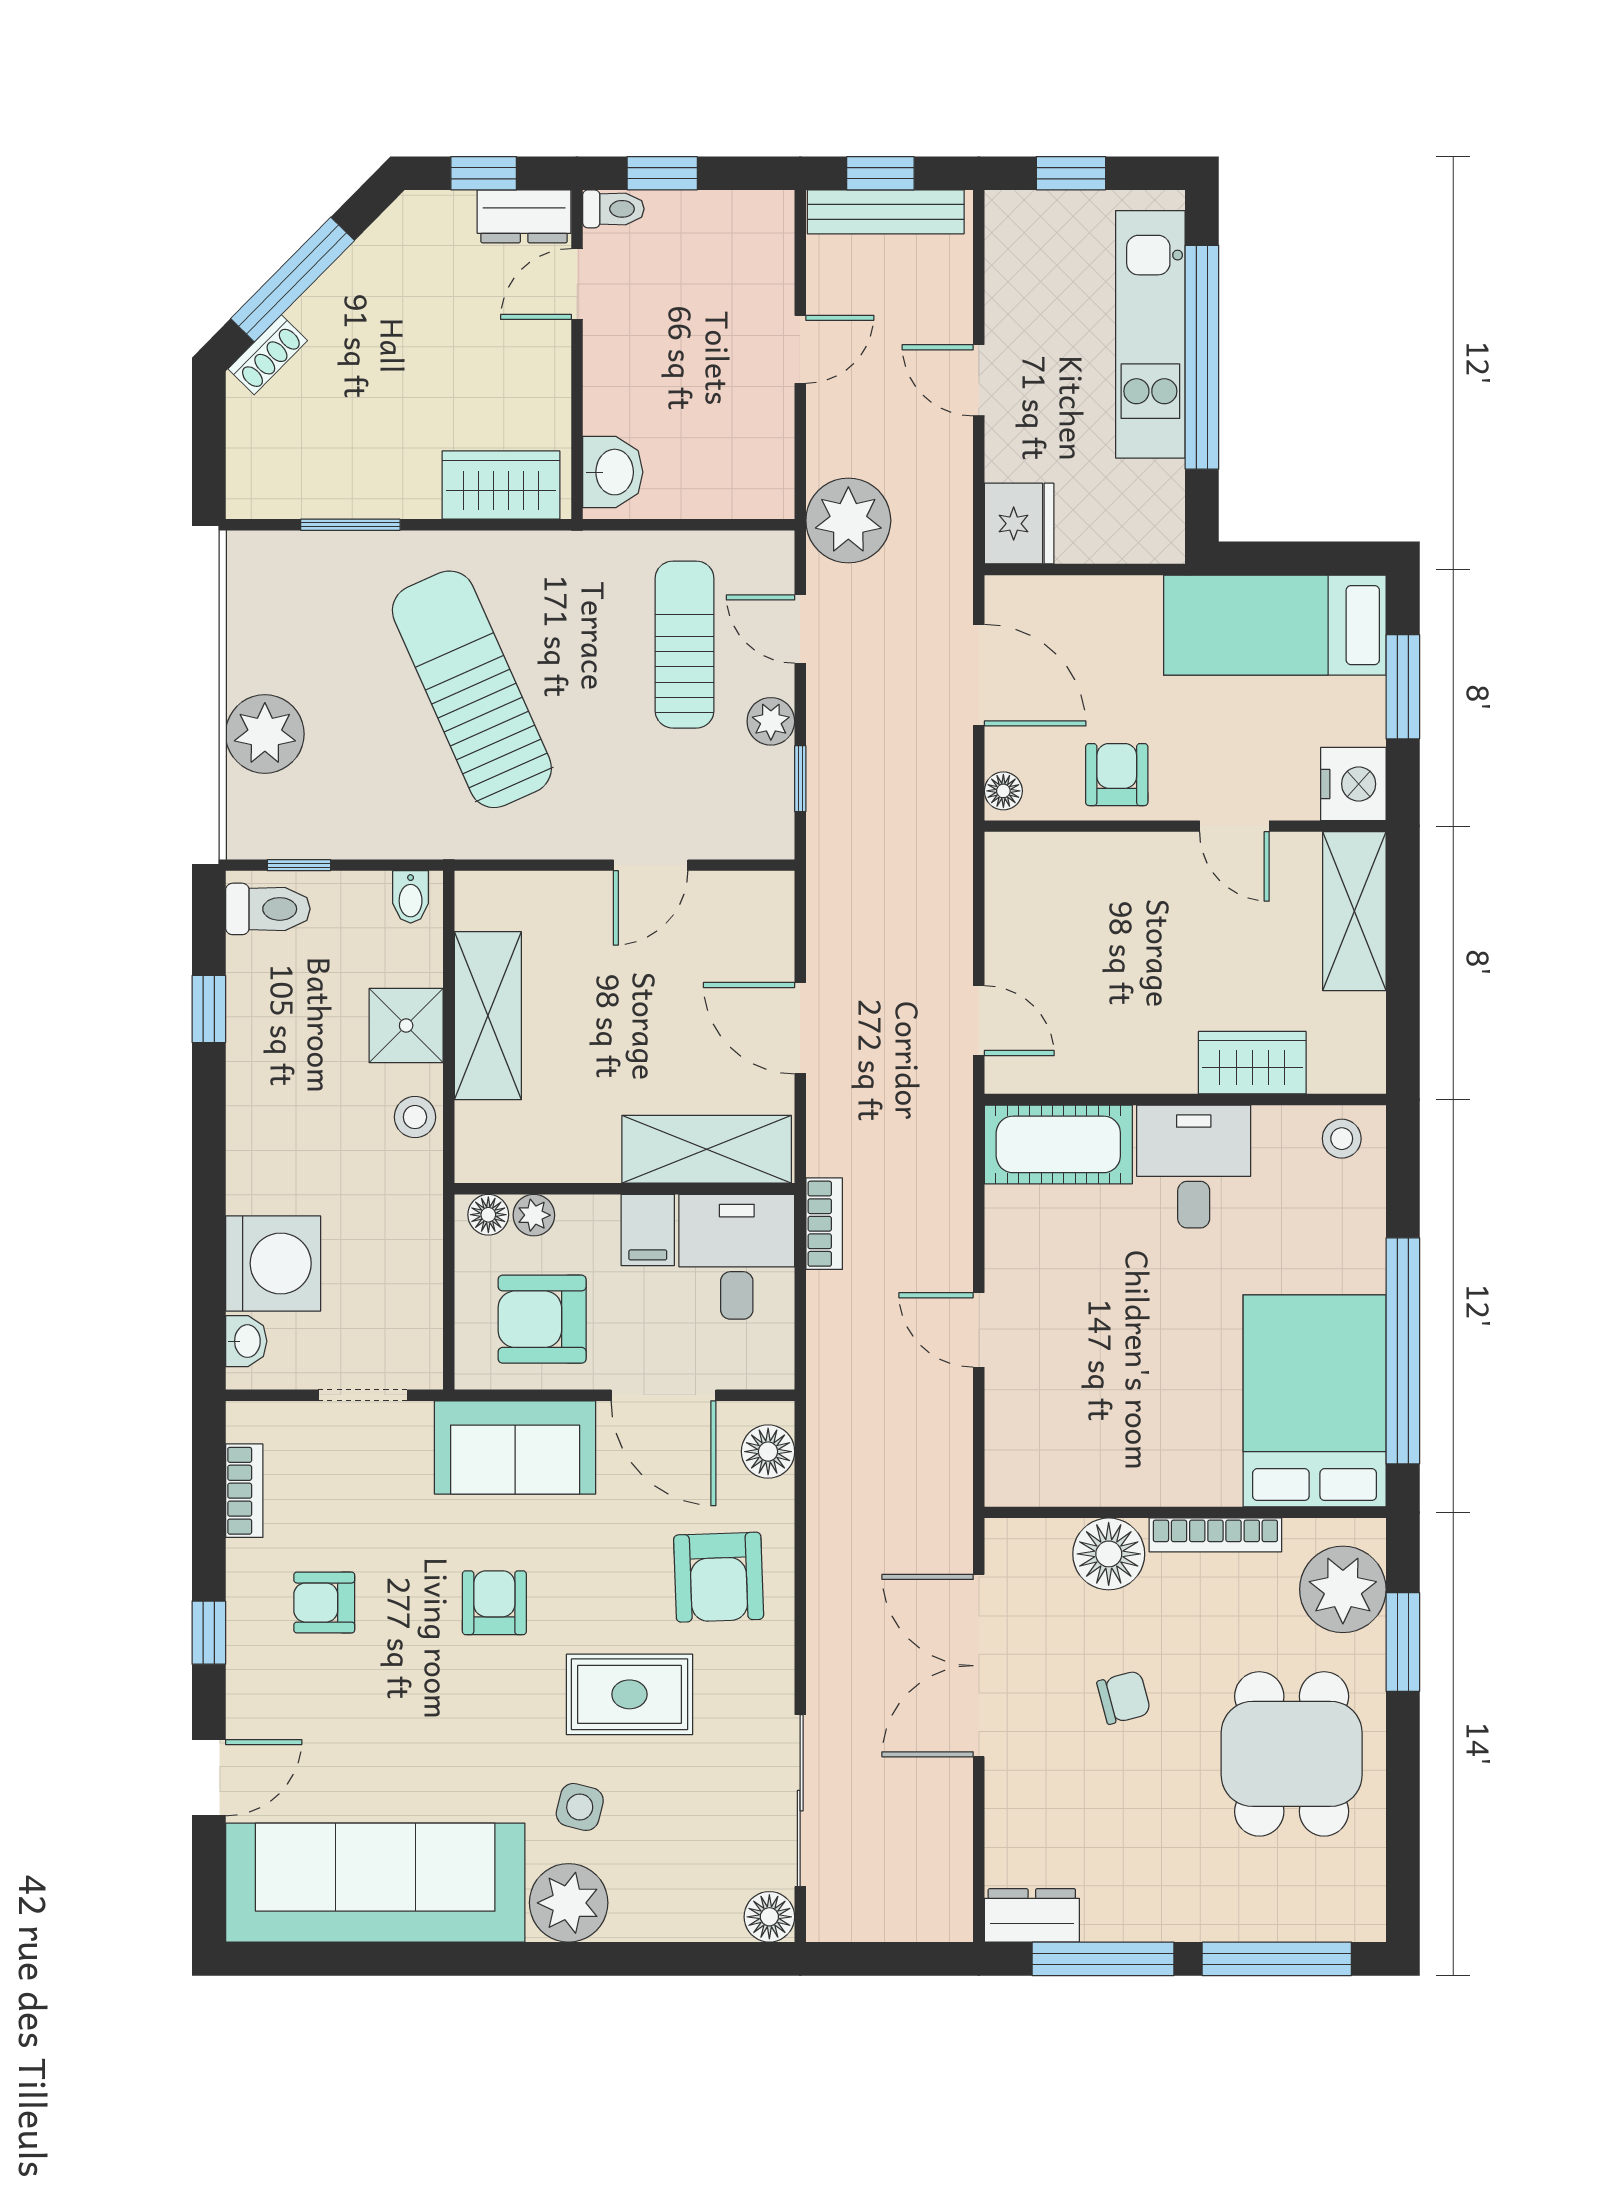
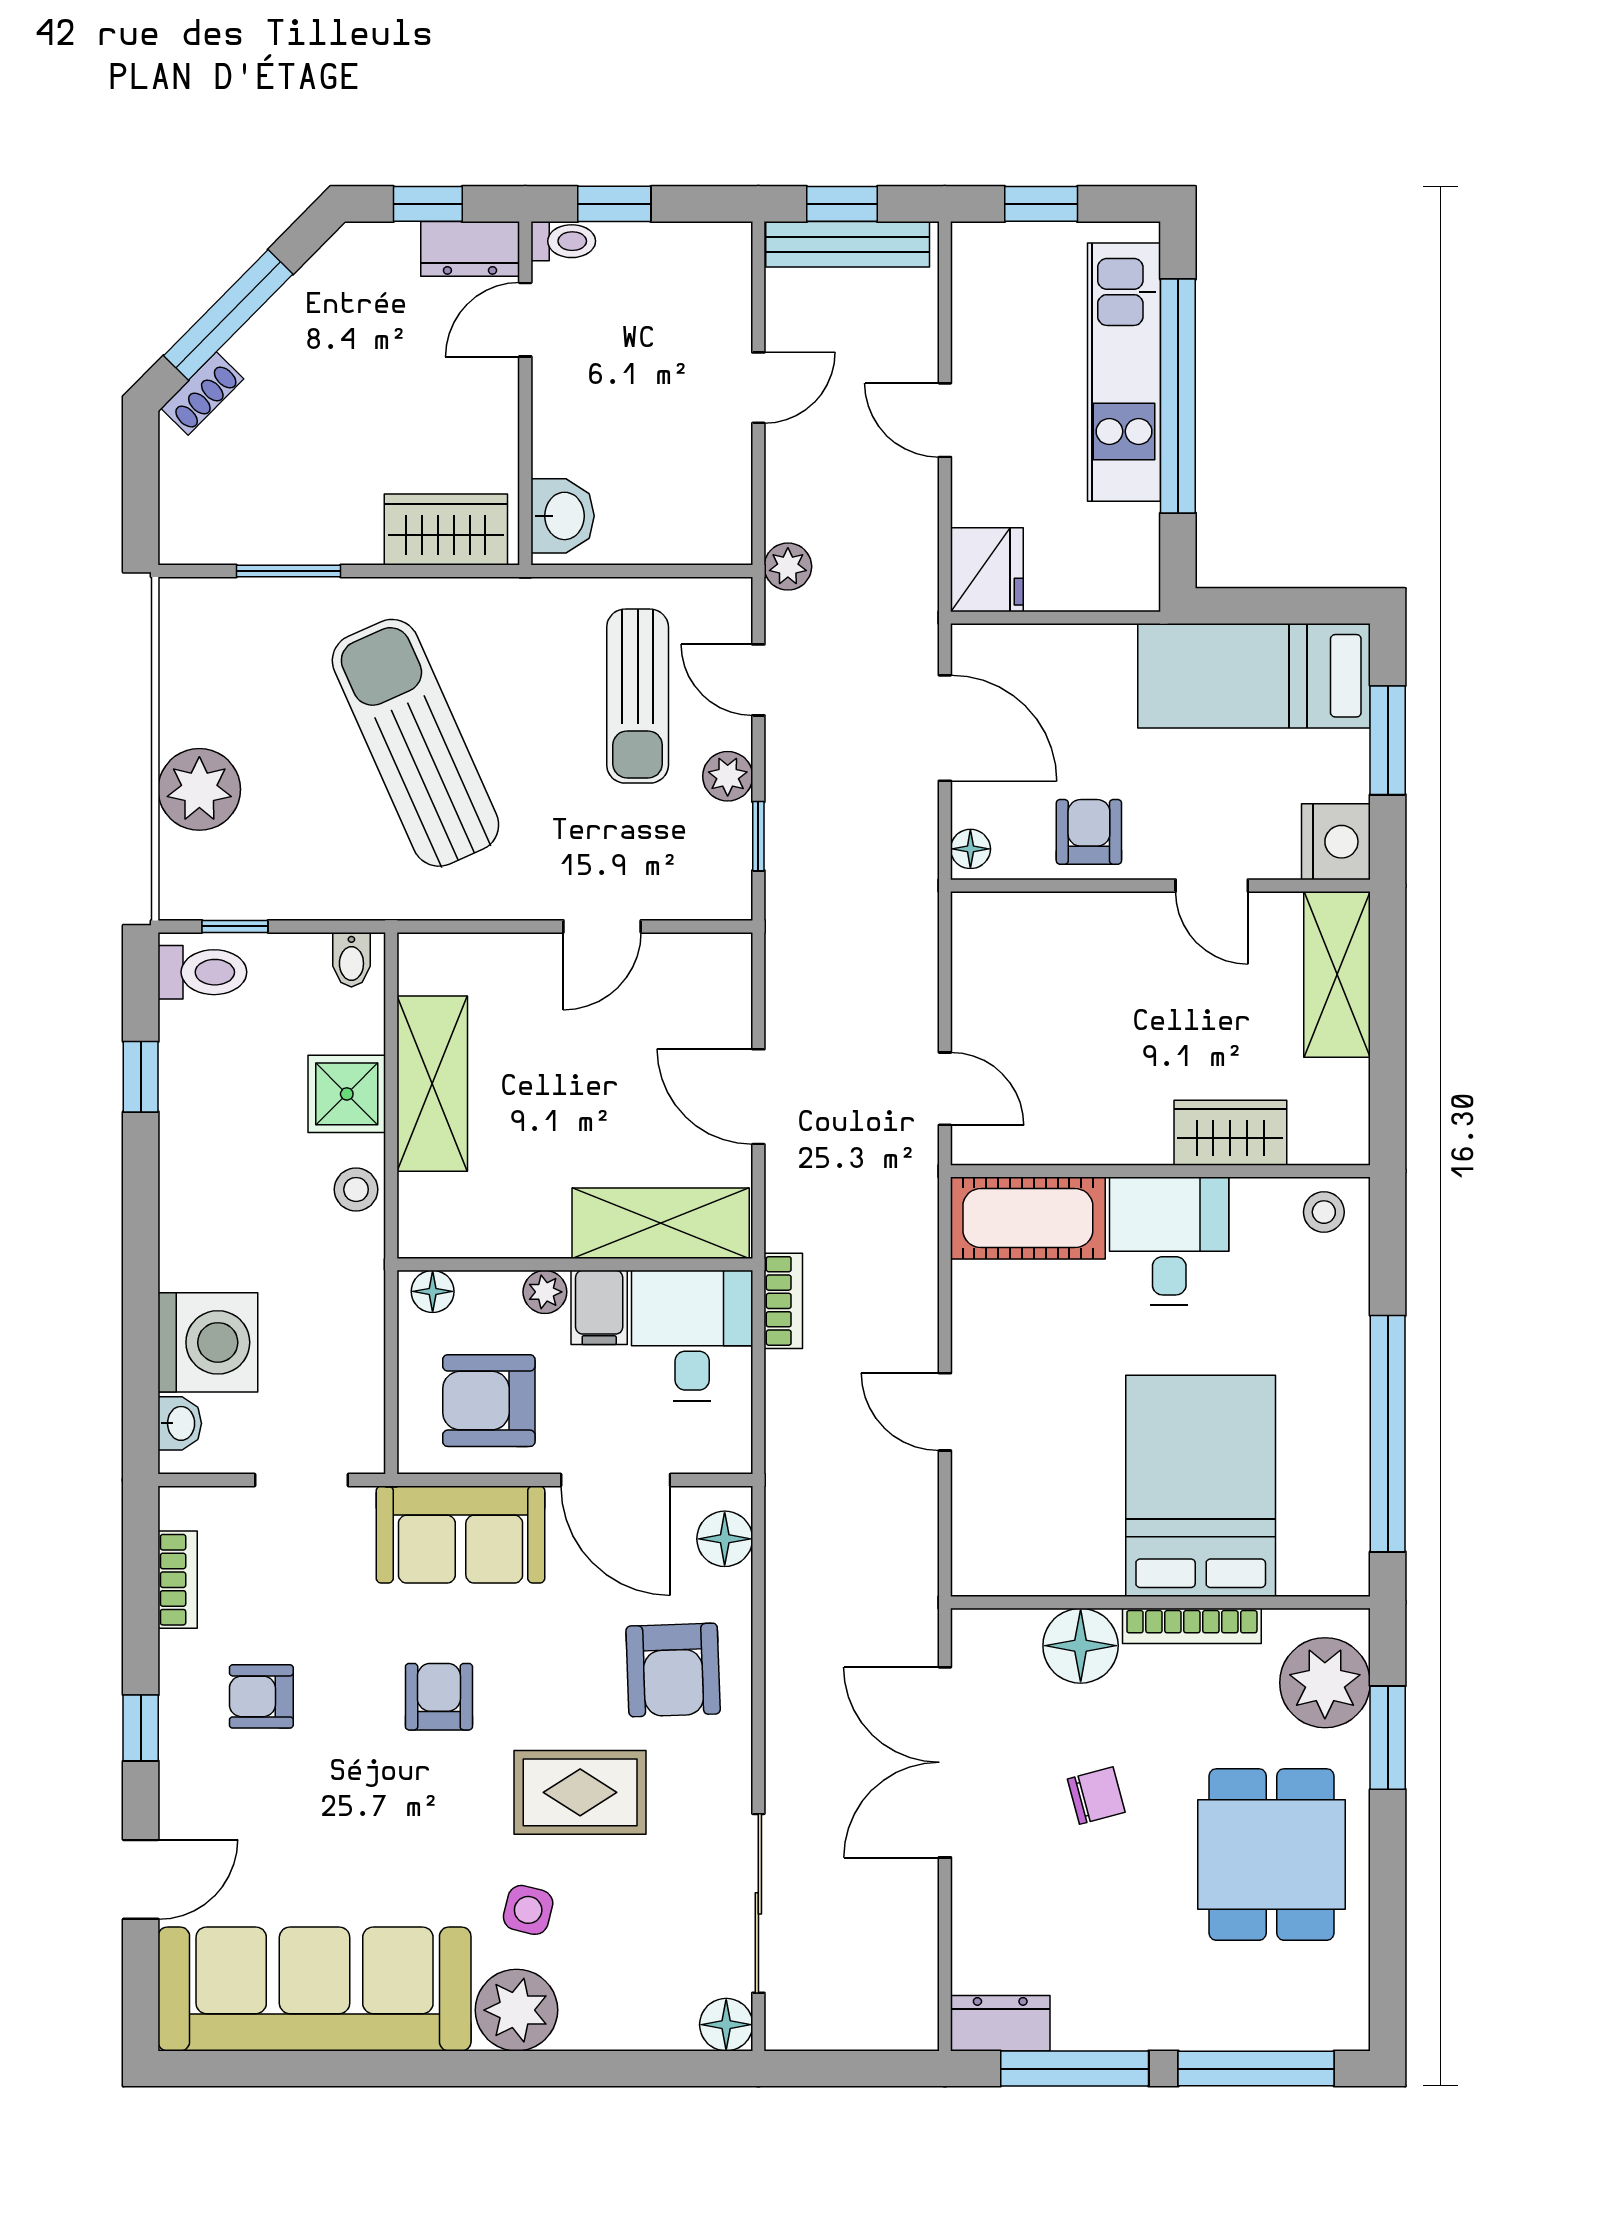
plant: (848, 521) -> (788, 567), width x0.53, depth x0.53
sun lounger: (685, 645) -> (638, 696), turned 180
plant: (534, 1215) -> (545, 1292), moved
bed: (1315, 1401) -> (1201, 1486), moved

